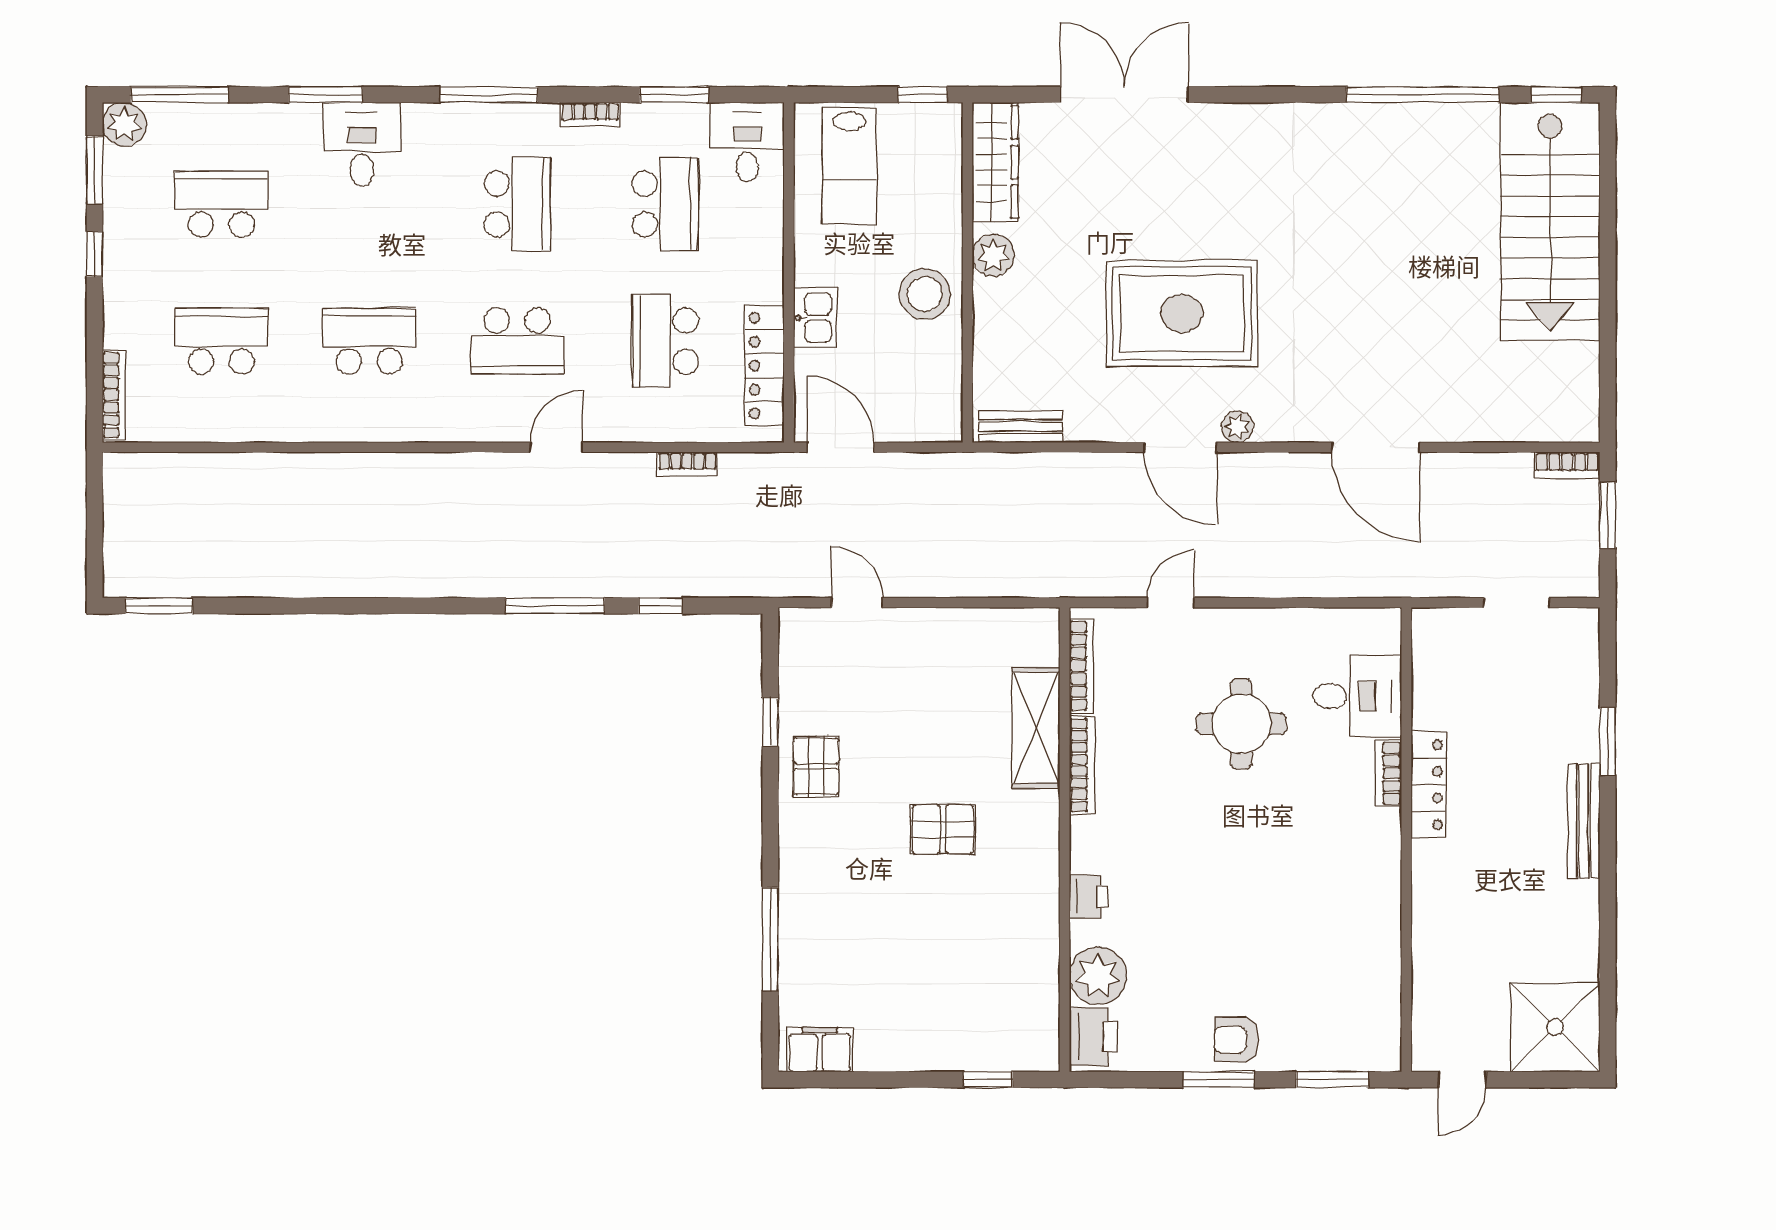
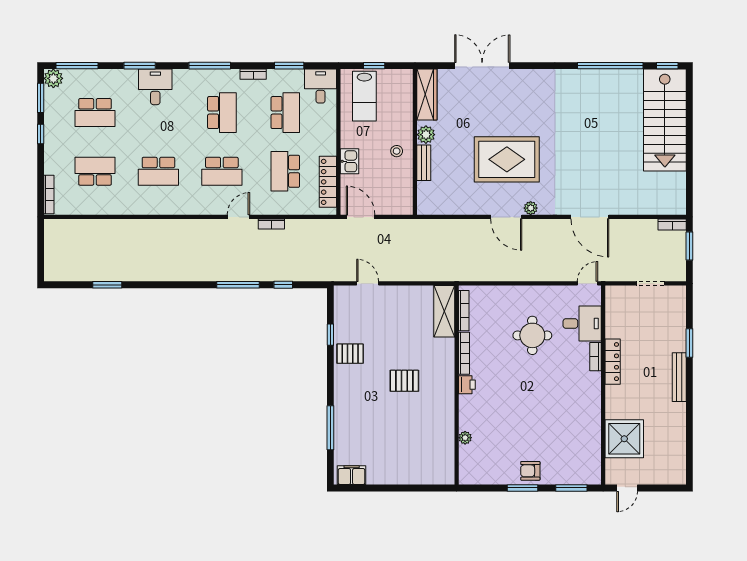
window: (923, 95) -> (374, 66), moved
school desk: (221, 204) -> (95, 113), turned 180
stool: (925, 294) -> (397, 151), width x0.53, depth x0.53
school desk: (369, 341) -> (158, 171), turned 180
bench: (1021, 427) -> (424, 163), moved, turned 90
bookcase: (687, 464) -> (271, 224), moved
door: (1171, 603) -> (588, 283), moved
window: (159, 606) -> (107, 285), moved
shelving: (1036, 728) -> (444, 311), moved
pallet: (816, 766) -> (350, 354), turned 90
printer: (1089, 897) -> (467, 385), moved
plant: (1098, 976) -> (465, 438), width x0.53, depth x0.53
shower: (1555, 1027) -> (624, 439), moved
printer: (1093, 1037) -> (469, 470), removed
window: (988, 1080) -> (424, 488), removed

